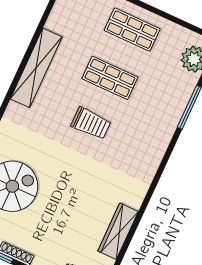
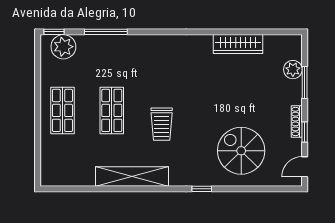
trolley: (91, 123) -> (162, 124), moved, turned 180

